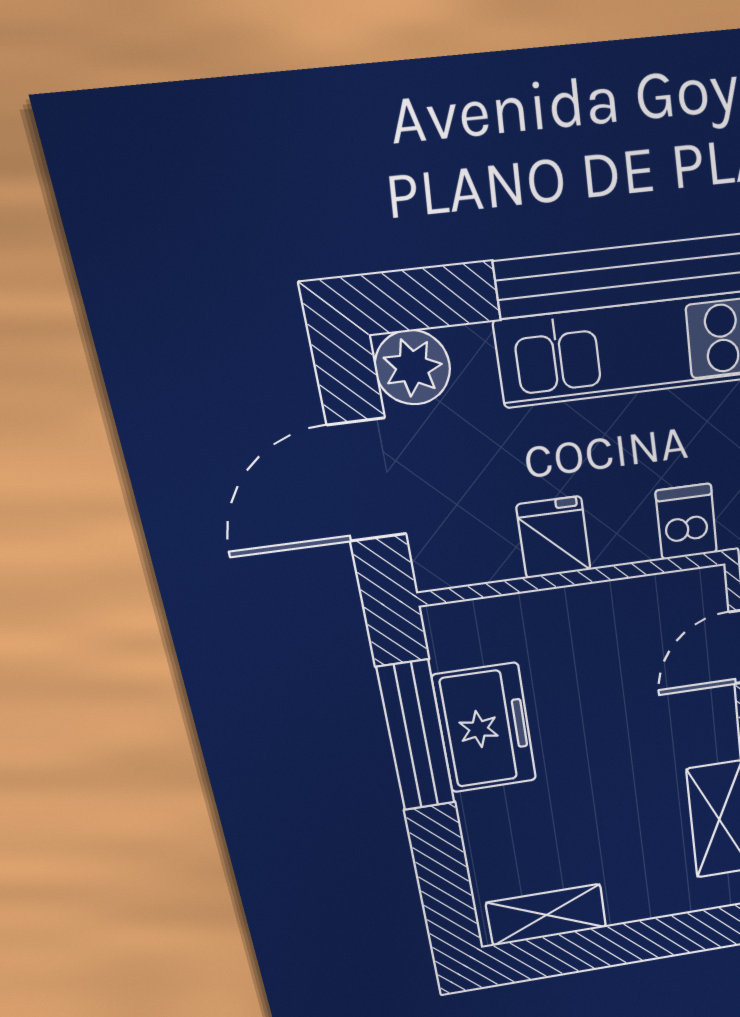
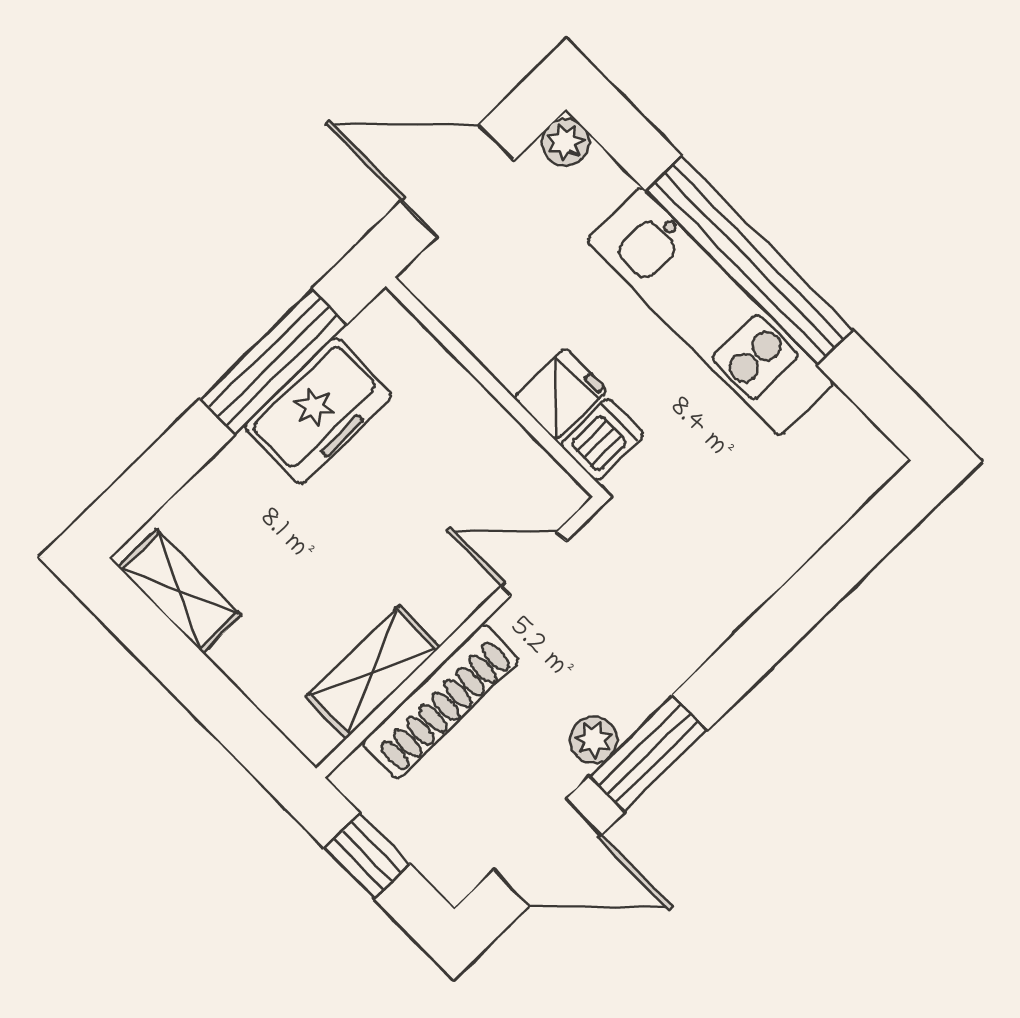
plant: (412, 367) -> (566, 142), width x0.73, depth x0.73
fridge: (554, 537) -> (560, 394), moved

